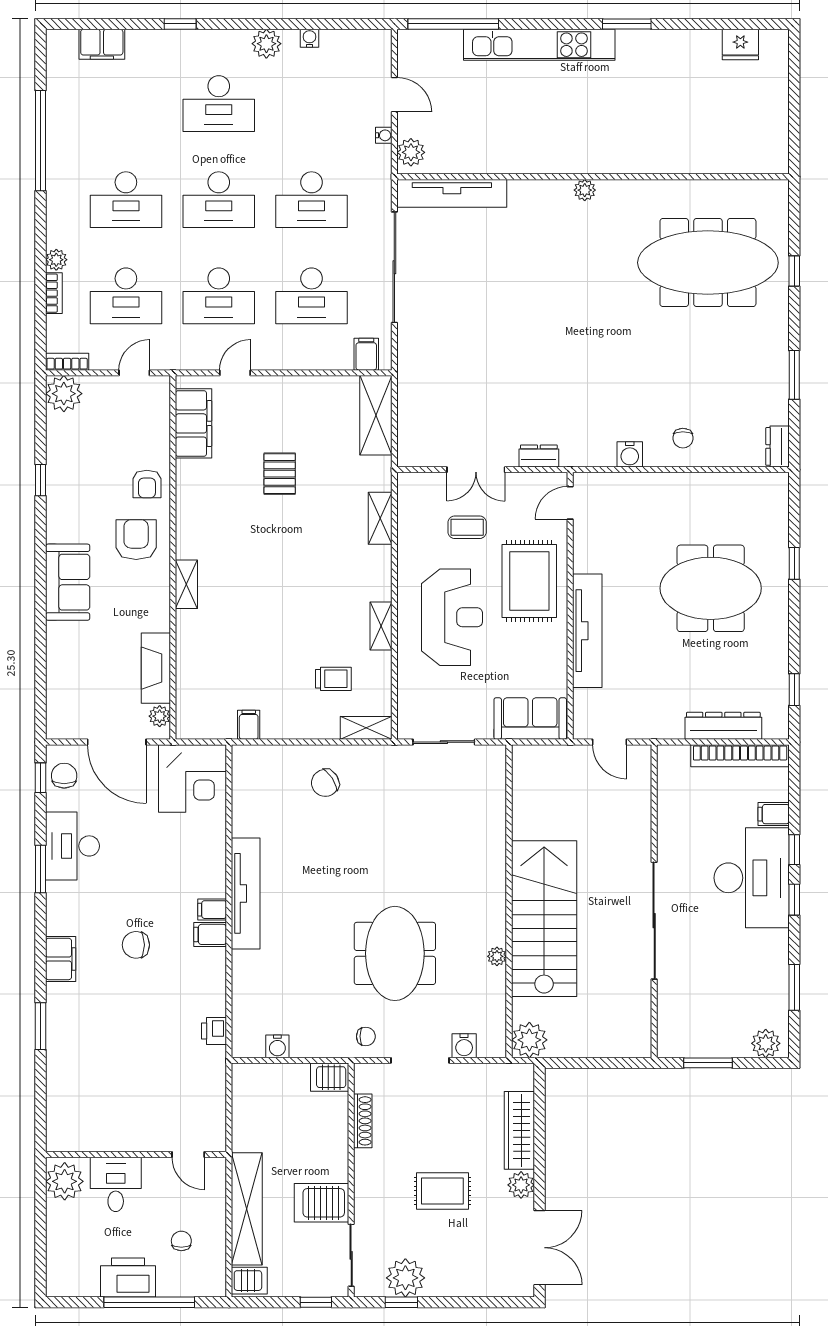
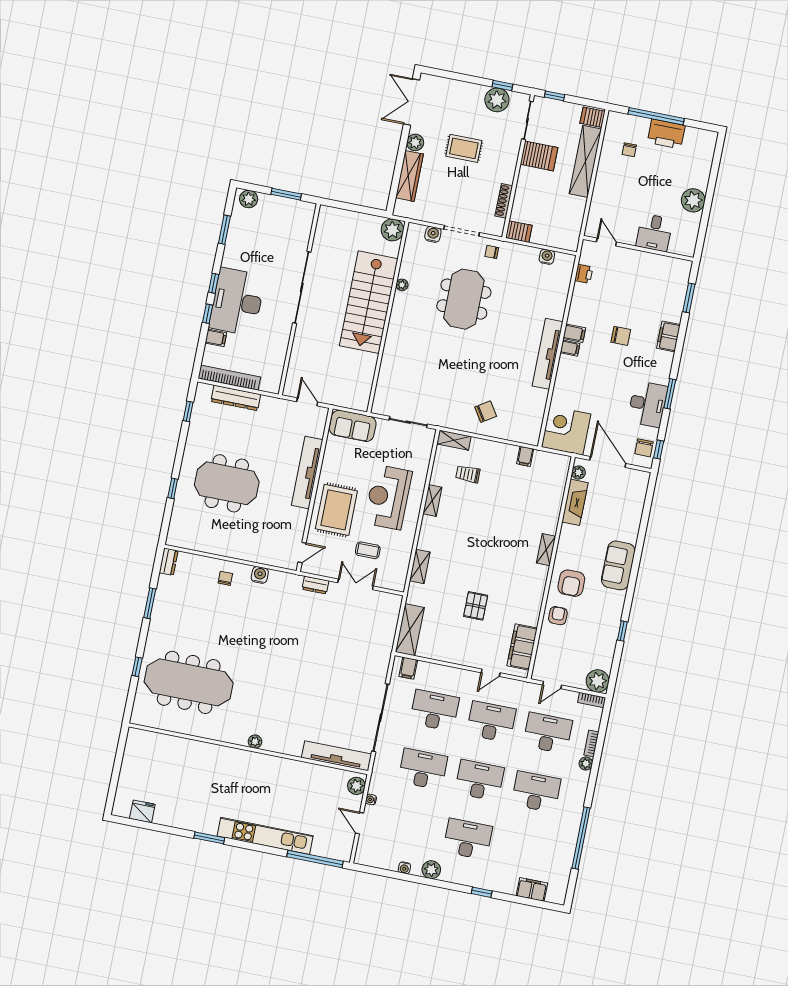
wall: (136, 1155) -> (638, 248), moved
door: (188, 1155) -> (606, 242), moved
desk: (116, 1184) -> (654, 233), moved

